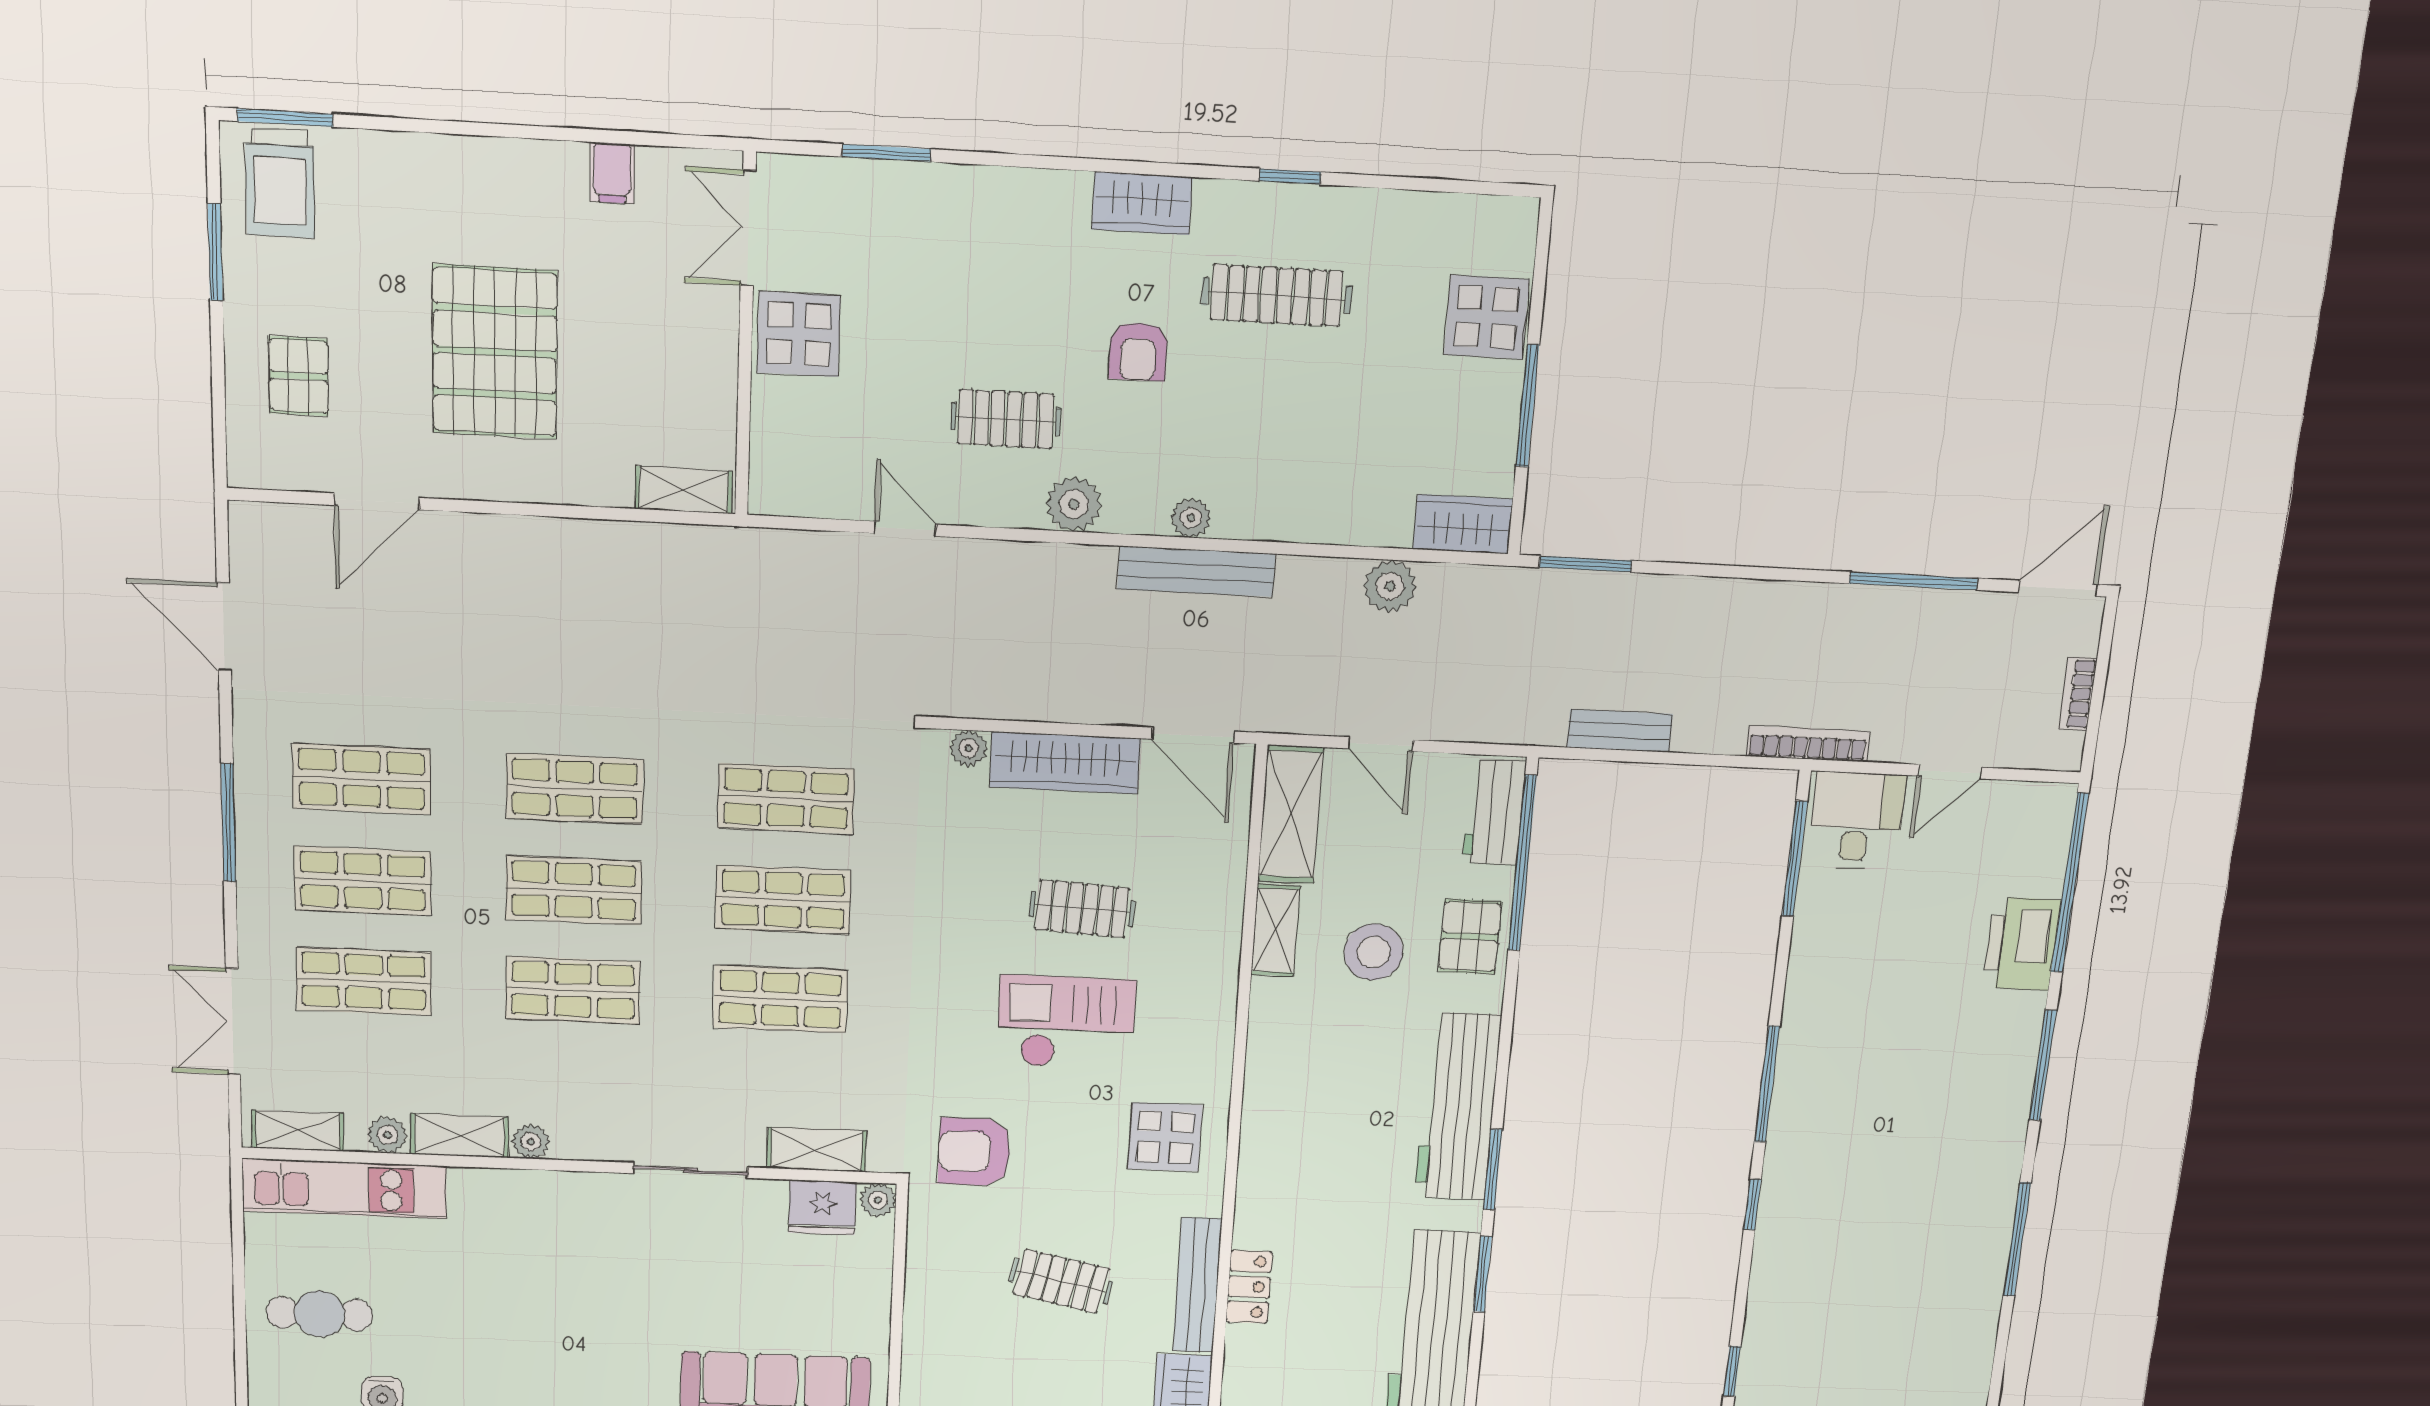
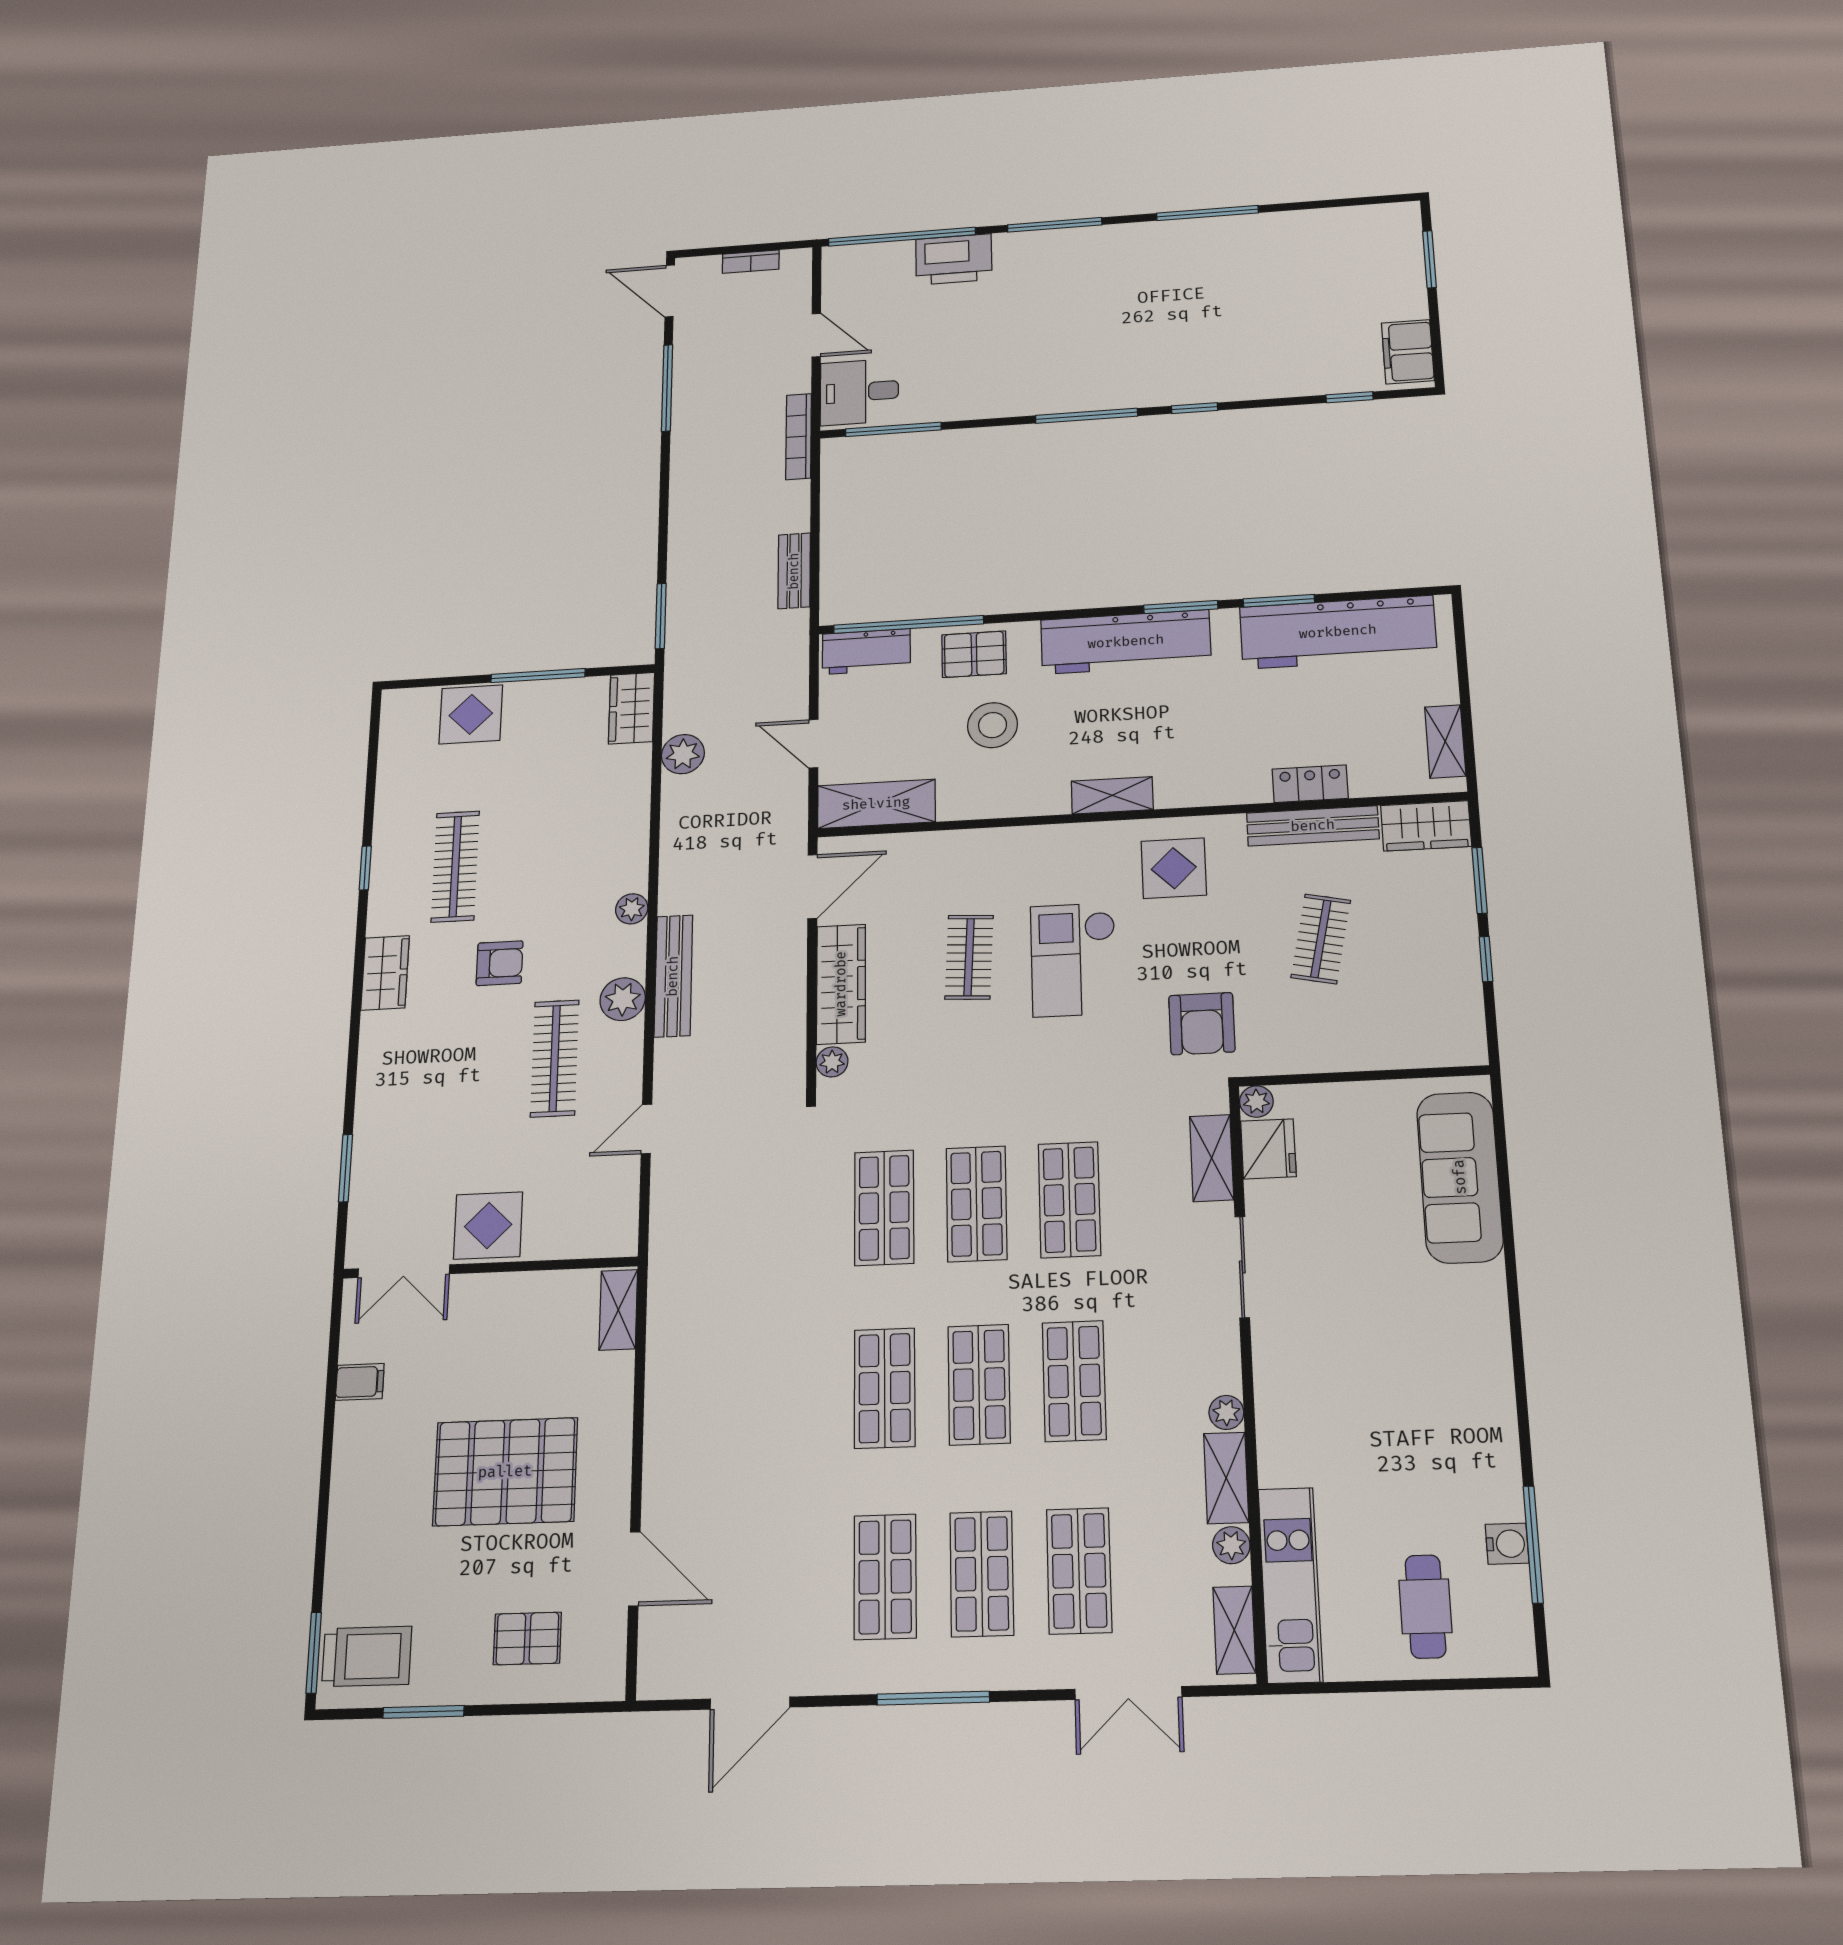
clothes rail: (1006, 419) -> (555, 1058), width x1.36
bench: (1196, 571) -> (673, 976), moved
door: (1381, 744) -> (813, 744), swing flipped
shelving: (1275, 930) -> (1112, 795), moved

